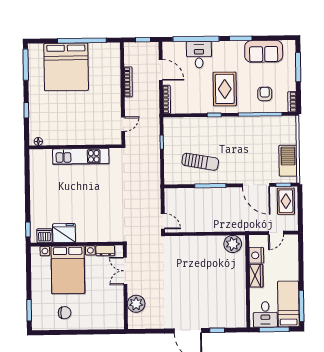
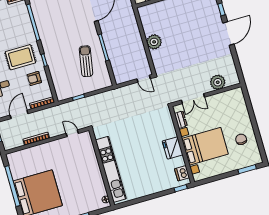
armchair: (265, 94) -> (34, 78), moved
kitchen unit: (81, 156) -> (111, 169), width x1.36
door: (163, 221) -> (144, 79), swing flipped
fridge: (64, 233) -> (173, 148), moved
plant: (233, 244) -> (154, 42), moved

